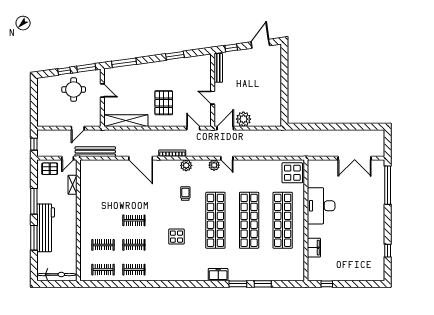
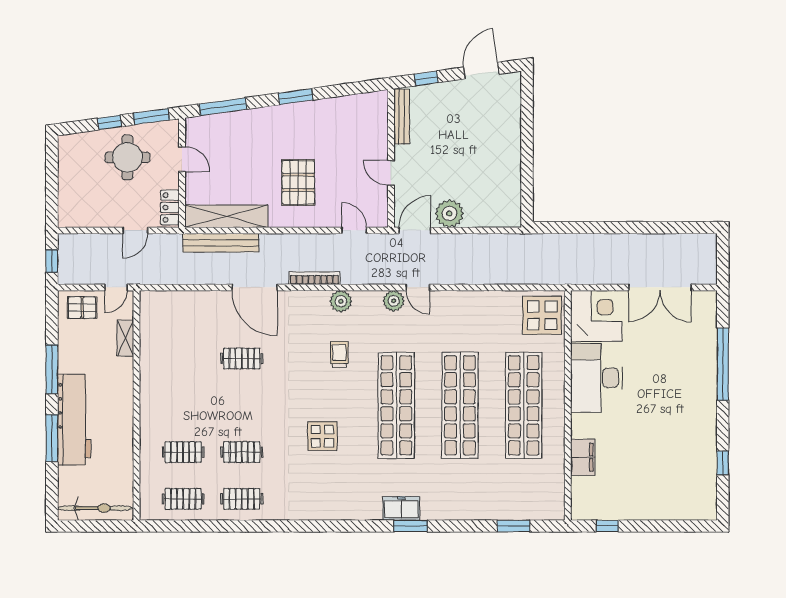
window: (175, 56) -> (296, 97), moved
locker: (96, 116) -> (170, 207), added
bench: (95, 152) -> (221, 243), moved
corner desk: (321, 173) -> (596, 316), added
window: (388, 185) -> (723, 364), moved
clothes rail: (134, 220) -> (242, 359), moved
window: (238, 284) -> (411, 526), moved
window: (263, 284) -> (513, 526), moved

